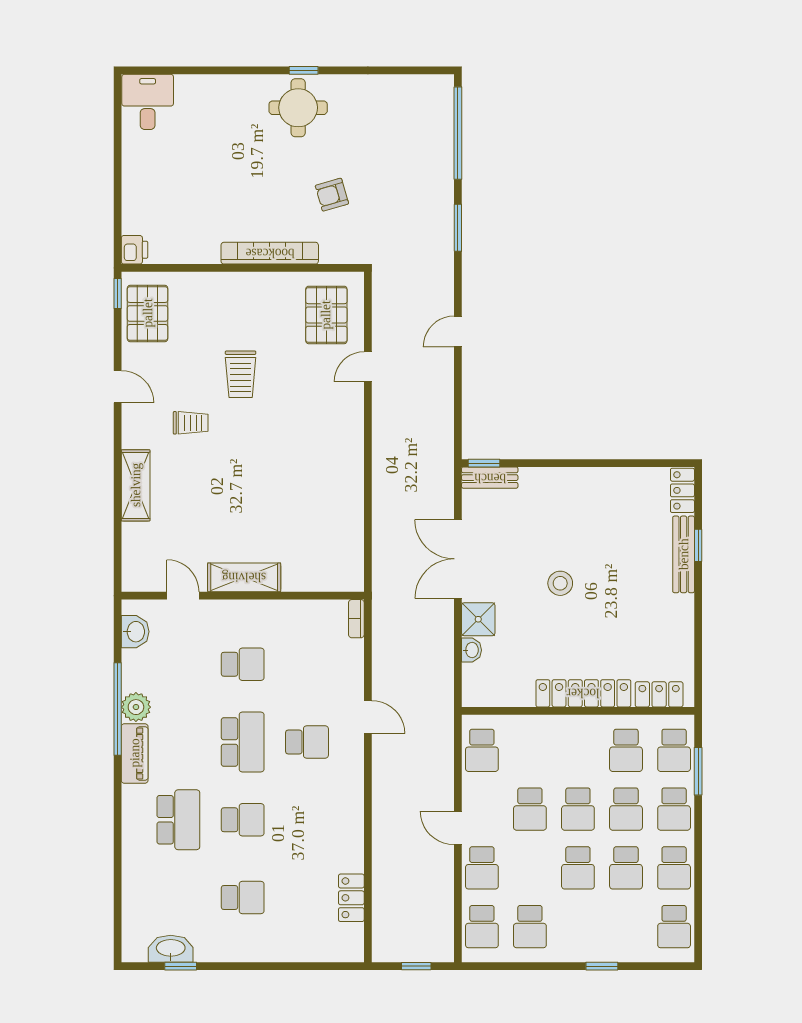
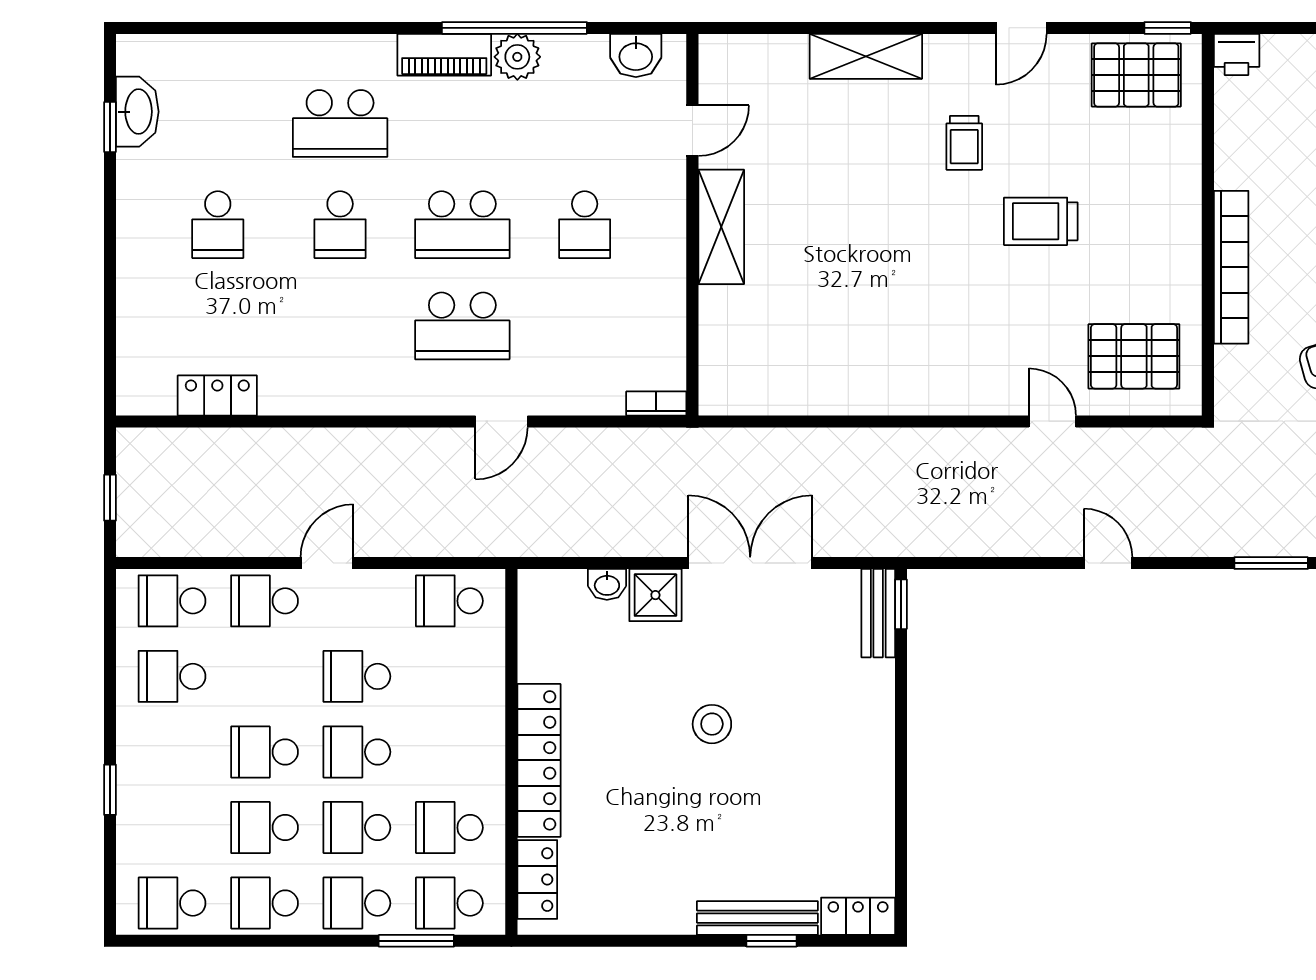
school desk: (307, 742) -> (462, 326), width x1.85

